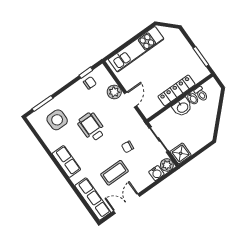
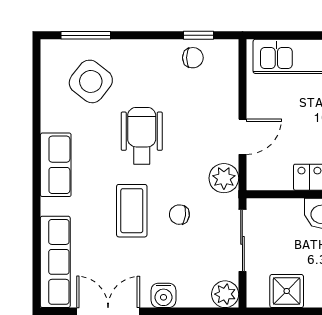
plant: (114, 92) -> (224, 178), moved
side table: (57, 120) -> (91, 81), turned 38
shower: (181, 153) -> (287, 291), moved
coffee table: (114, 173) -> (132, 211), moved, turned 90
water cooler: (156, 173) -> (163, 295), moved

